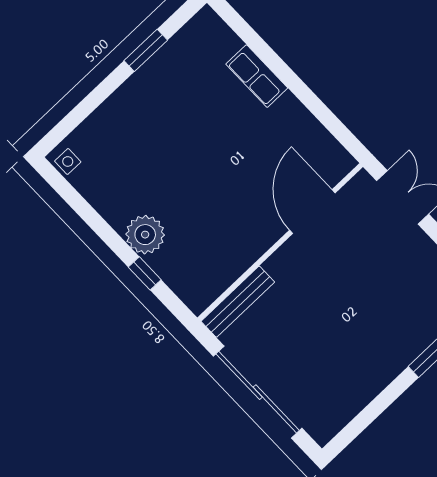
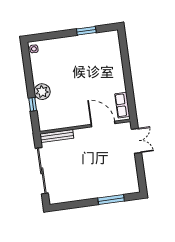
row of seats: (257, 76) -> (122, 105), moved
door: (312, 212) -> (103, 124), hinge flipped

